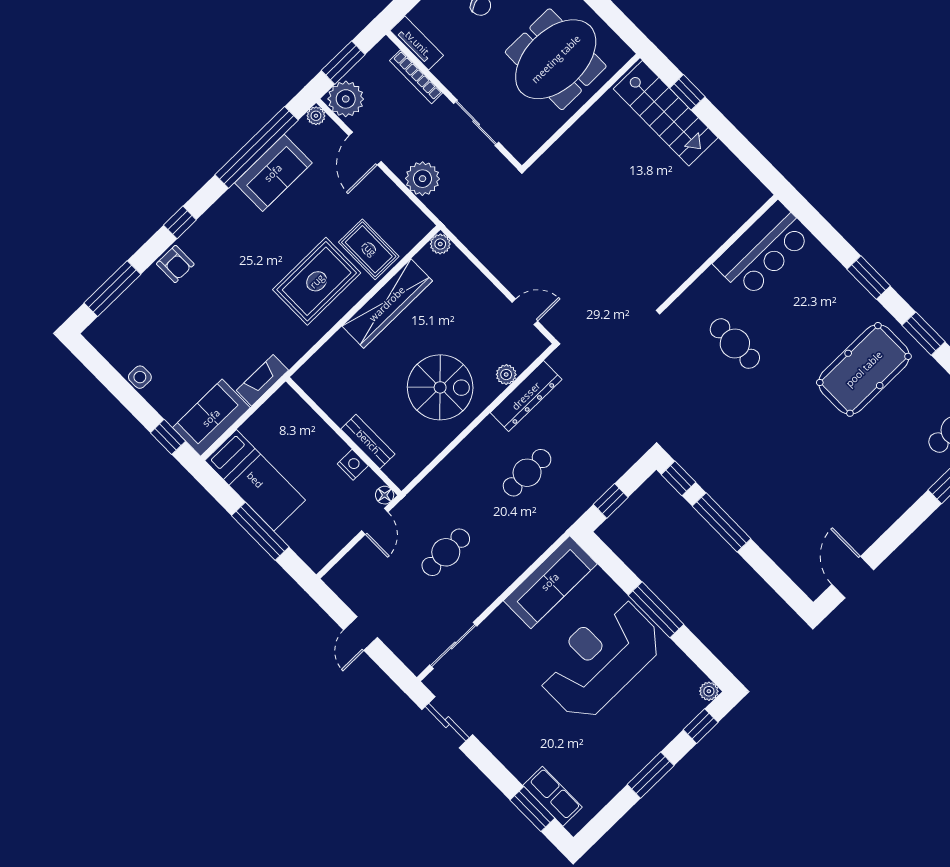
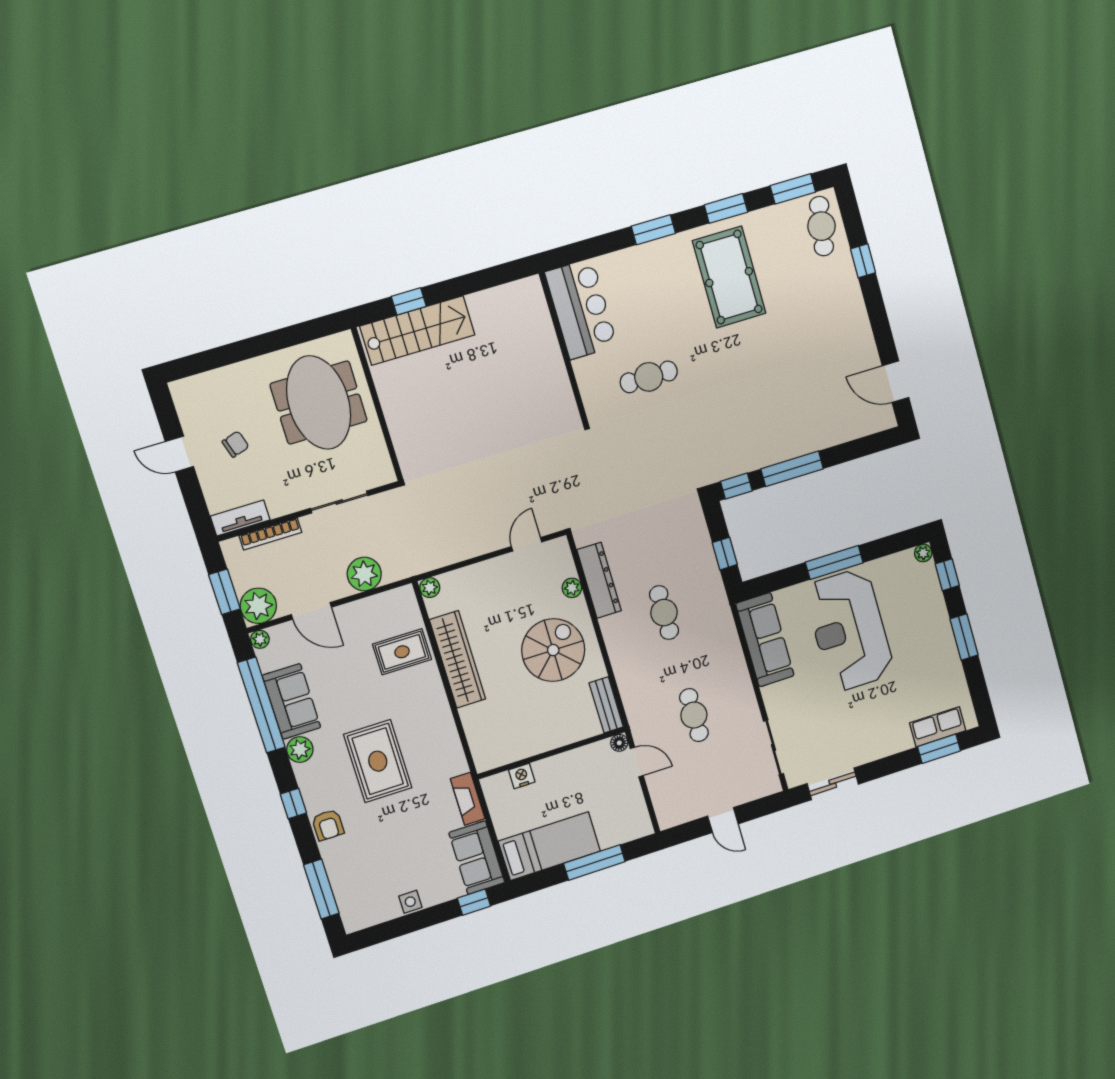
plant: (233, 203) -> (300, 749), added
armchair: (175, 264) -> (328, 825), turned 90
rug: (317, 281) -> (378, 761), moved
bench: (368, 442) -> (606, 705), moved, turned 90
nightstand: (353, 465) -> (522, 776), moved

